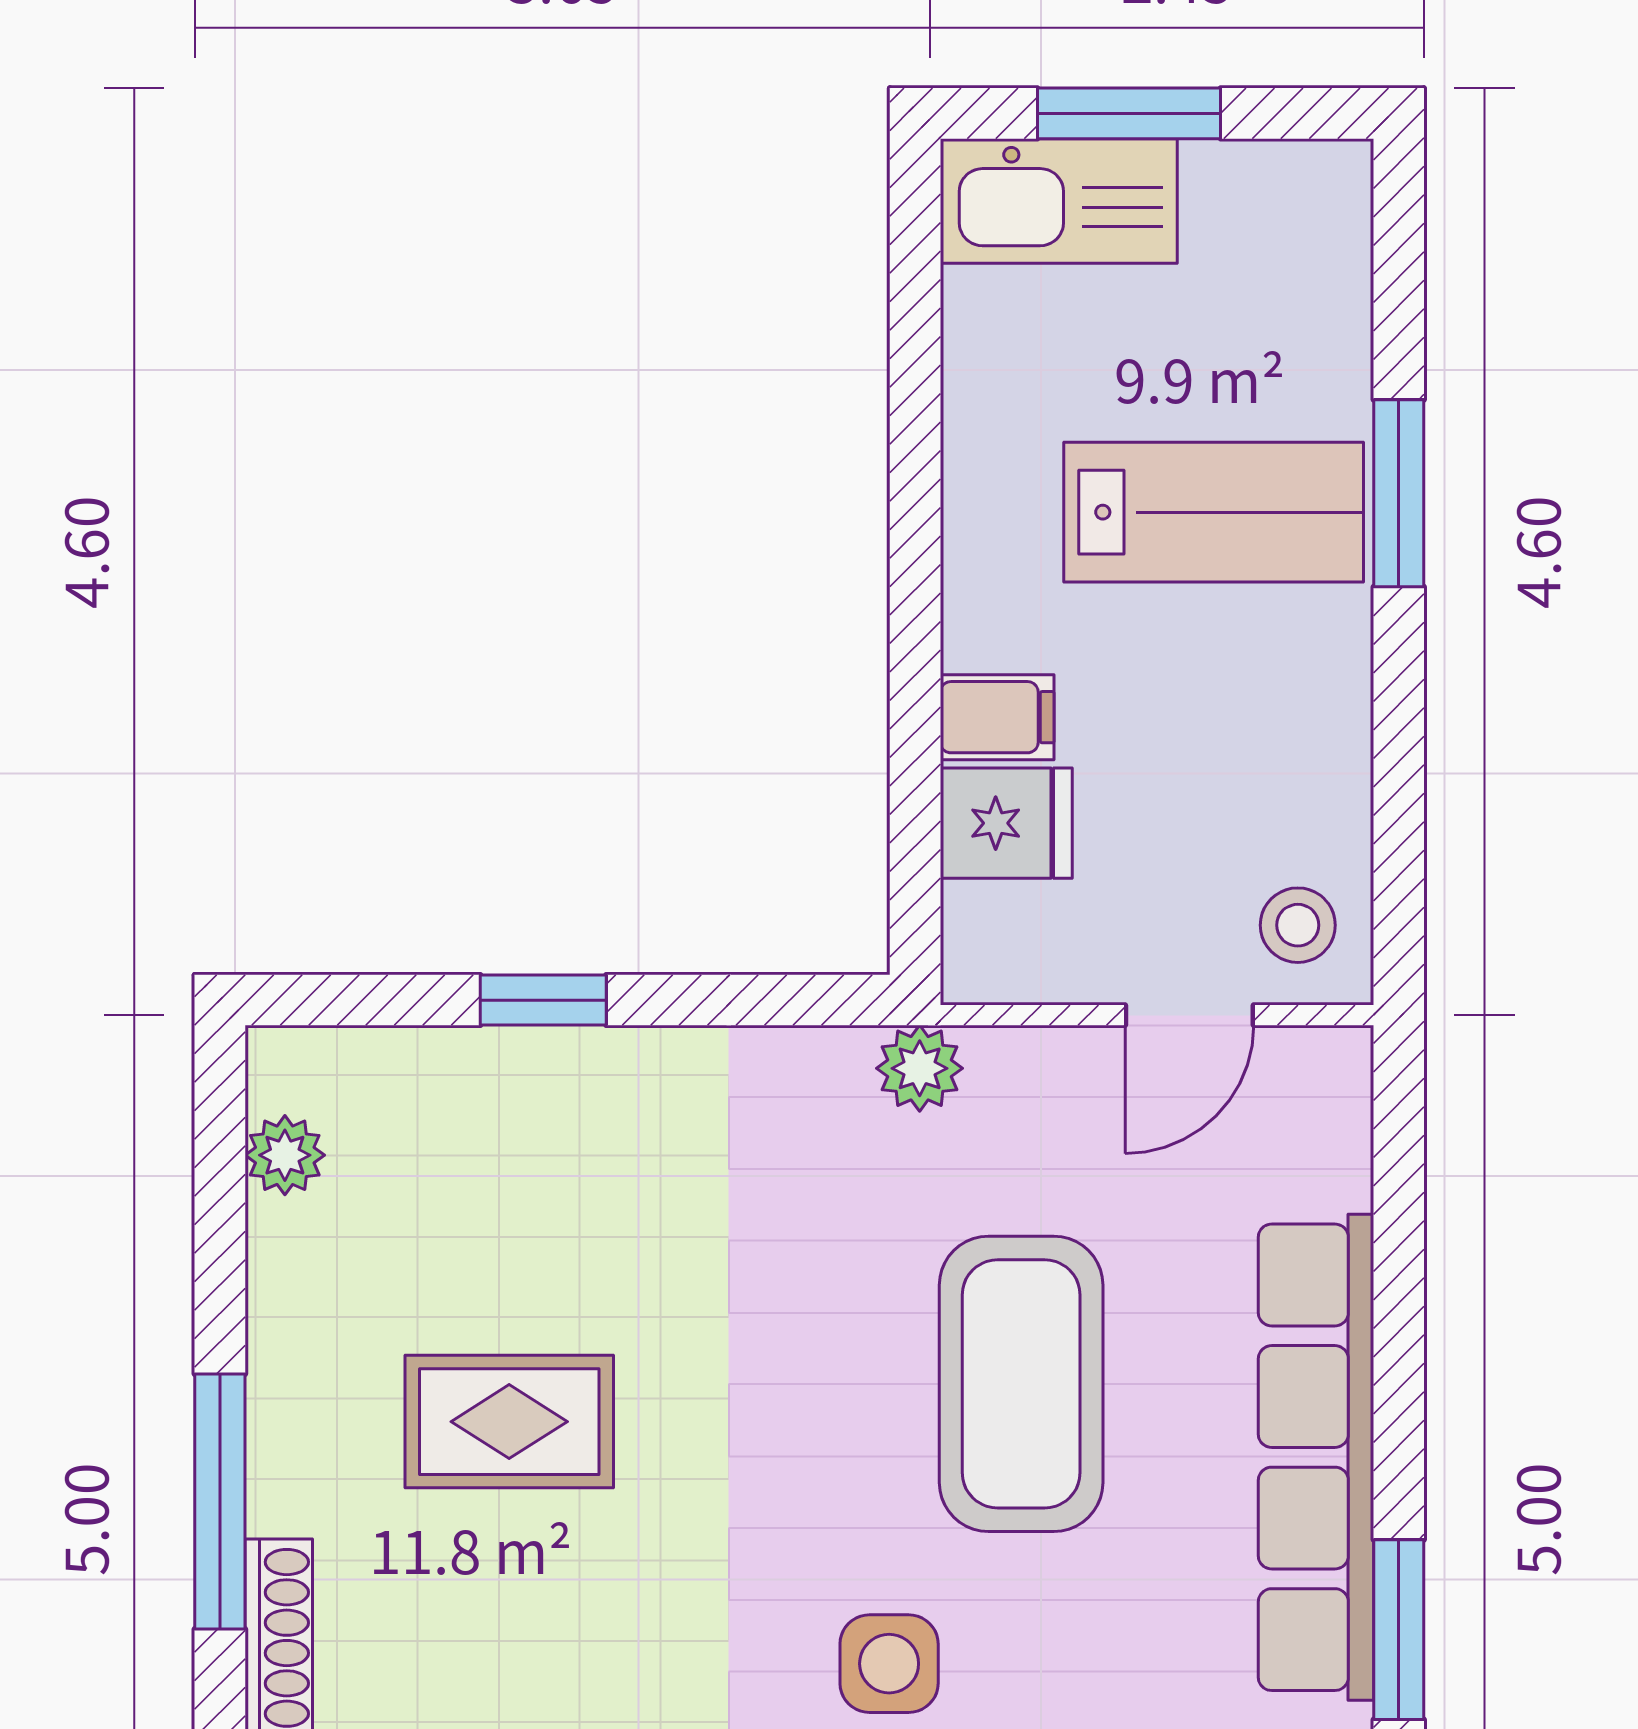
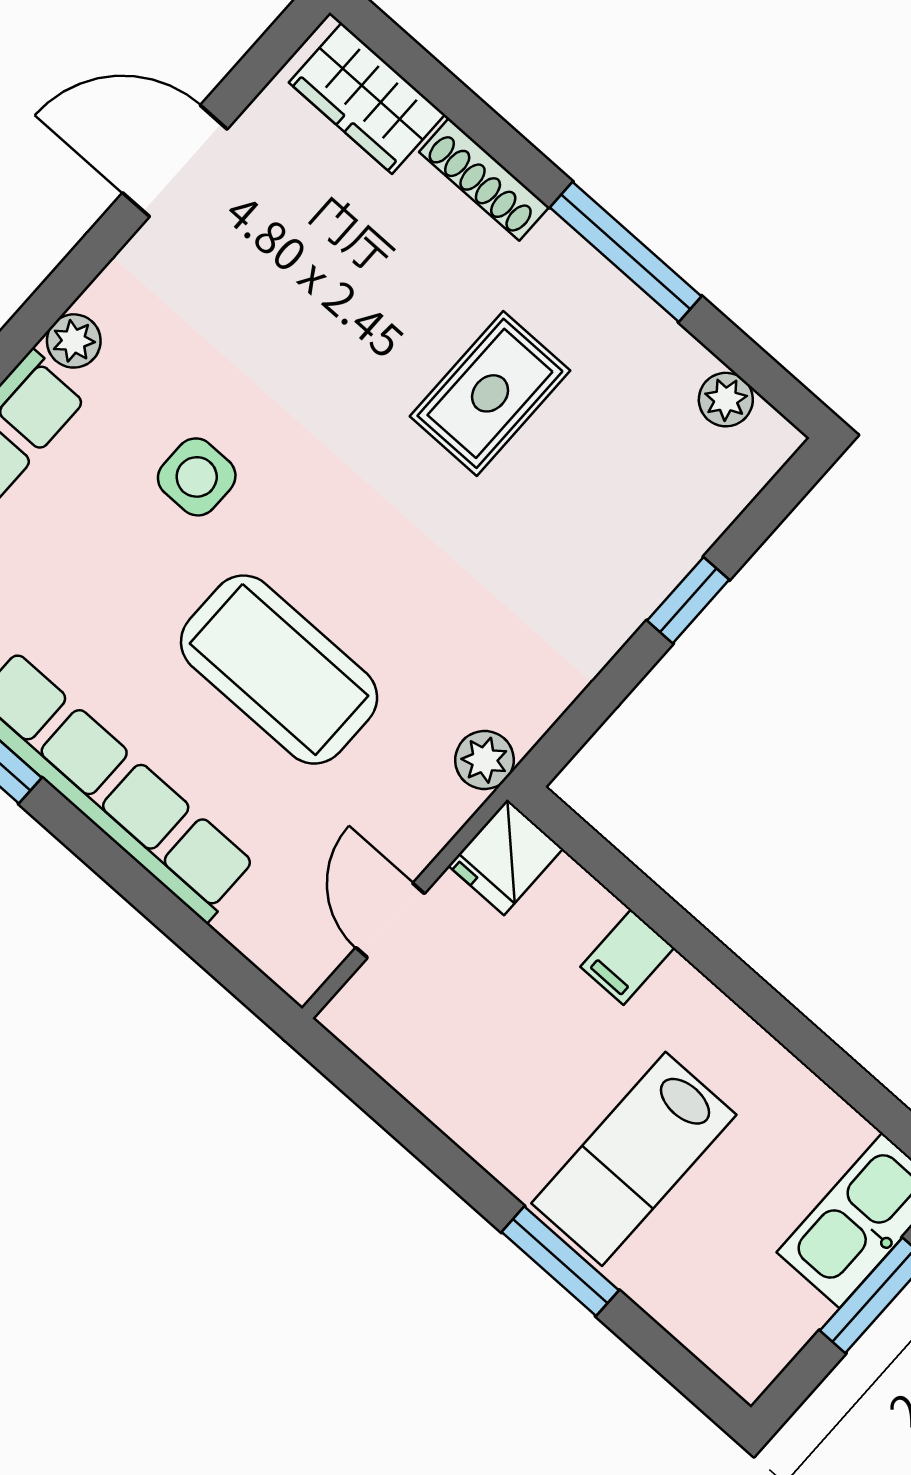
fridge: (1006, 823) -> (505, 857), moved
stool: (1298, 925) -> (387, 1016), removed
window: (220, 1502) -> (626, 252), moved

